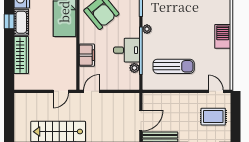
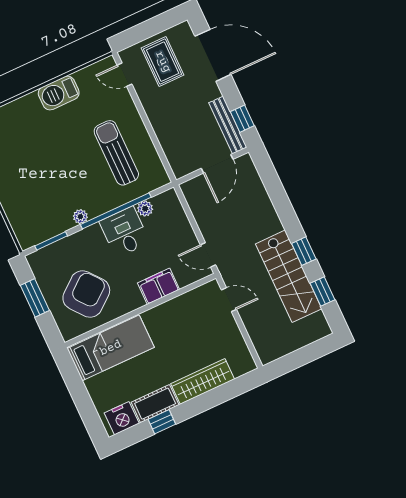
barbecue: (223, 36) -> (59, 93), moved
door: (216, 91) -> (124, 75), hinge flipped
door: (141, 121) -> (217, 164), swing flipped

